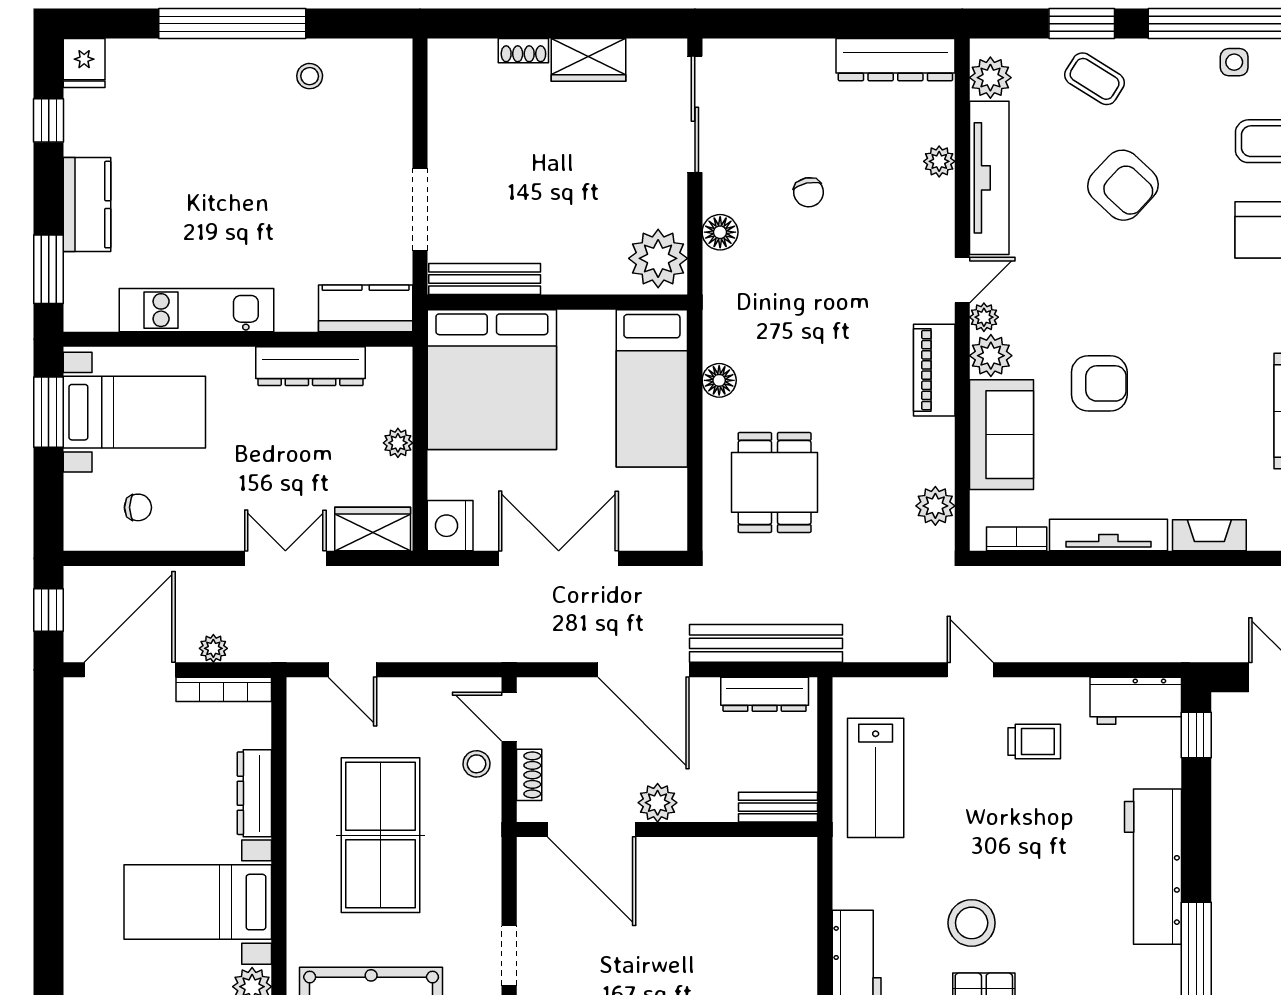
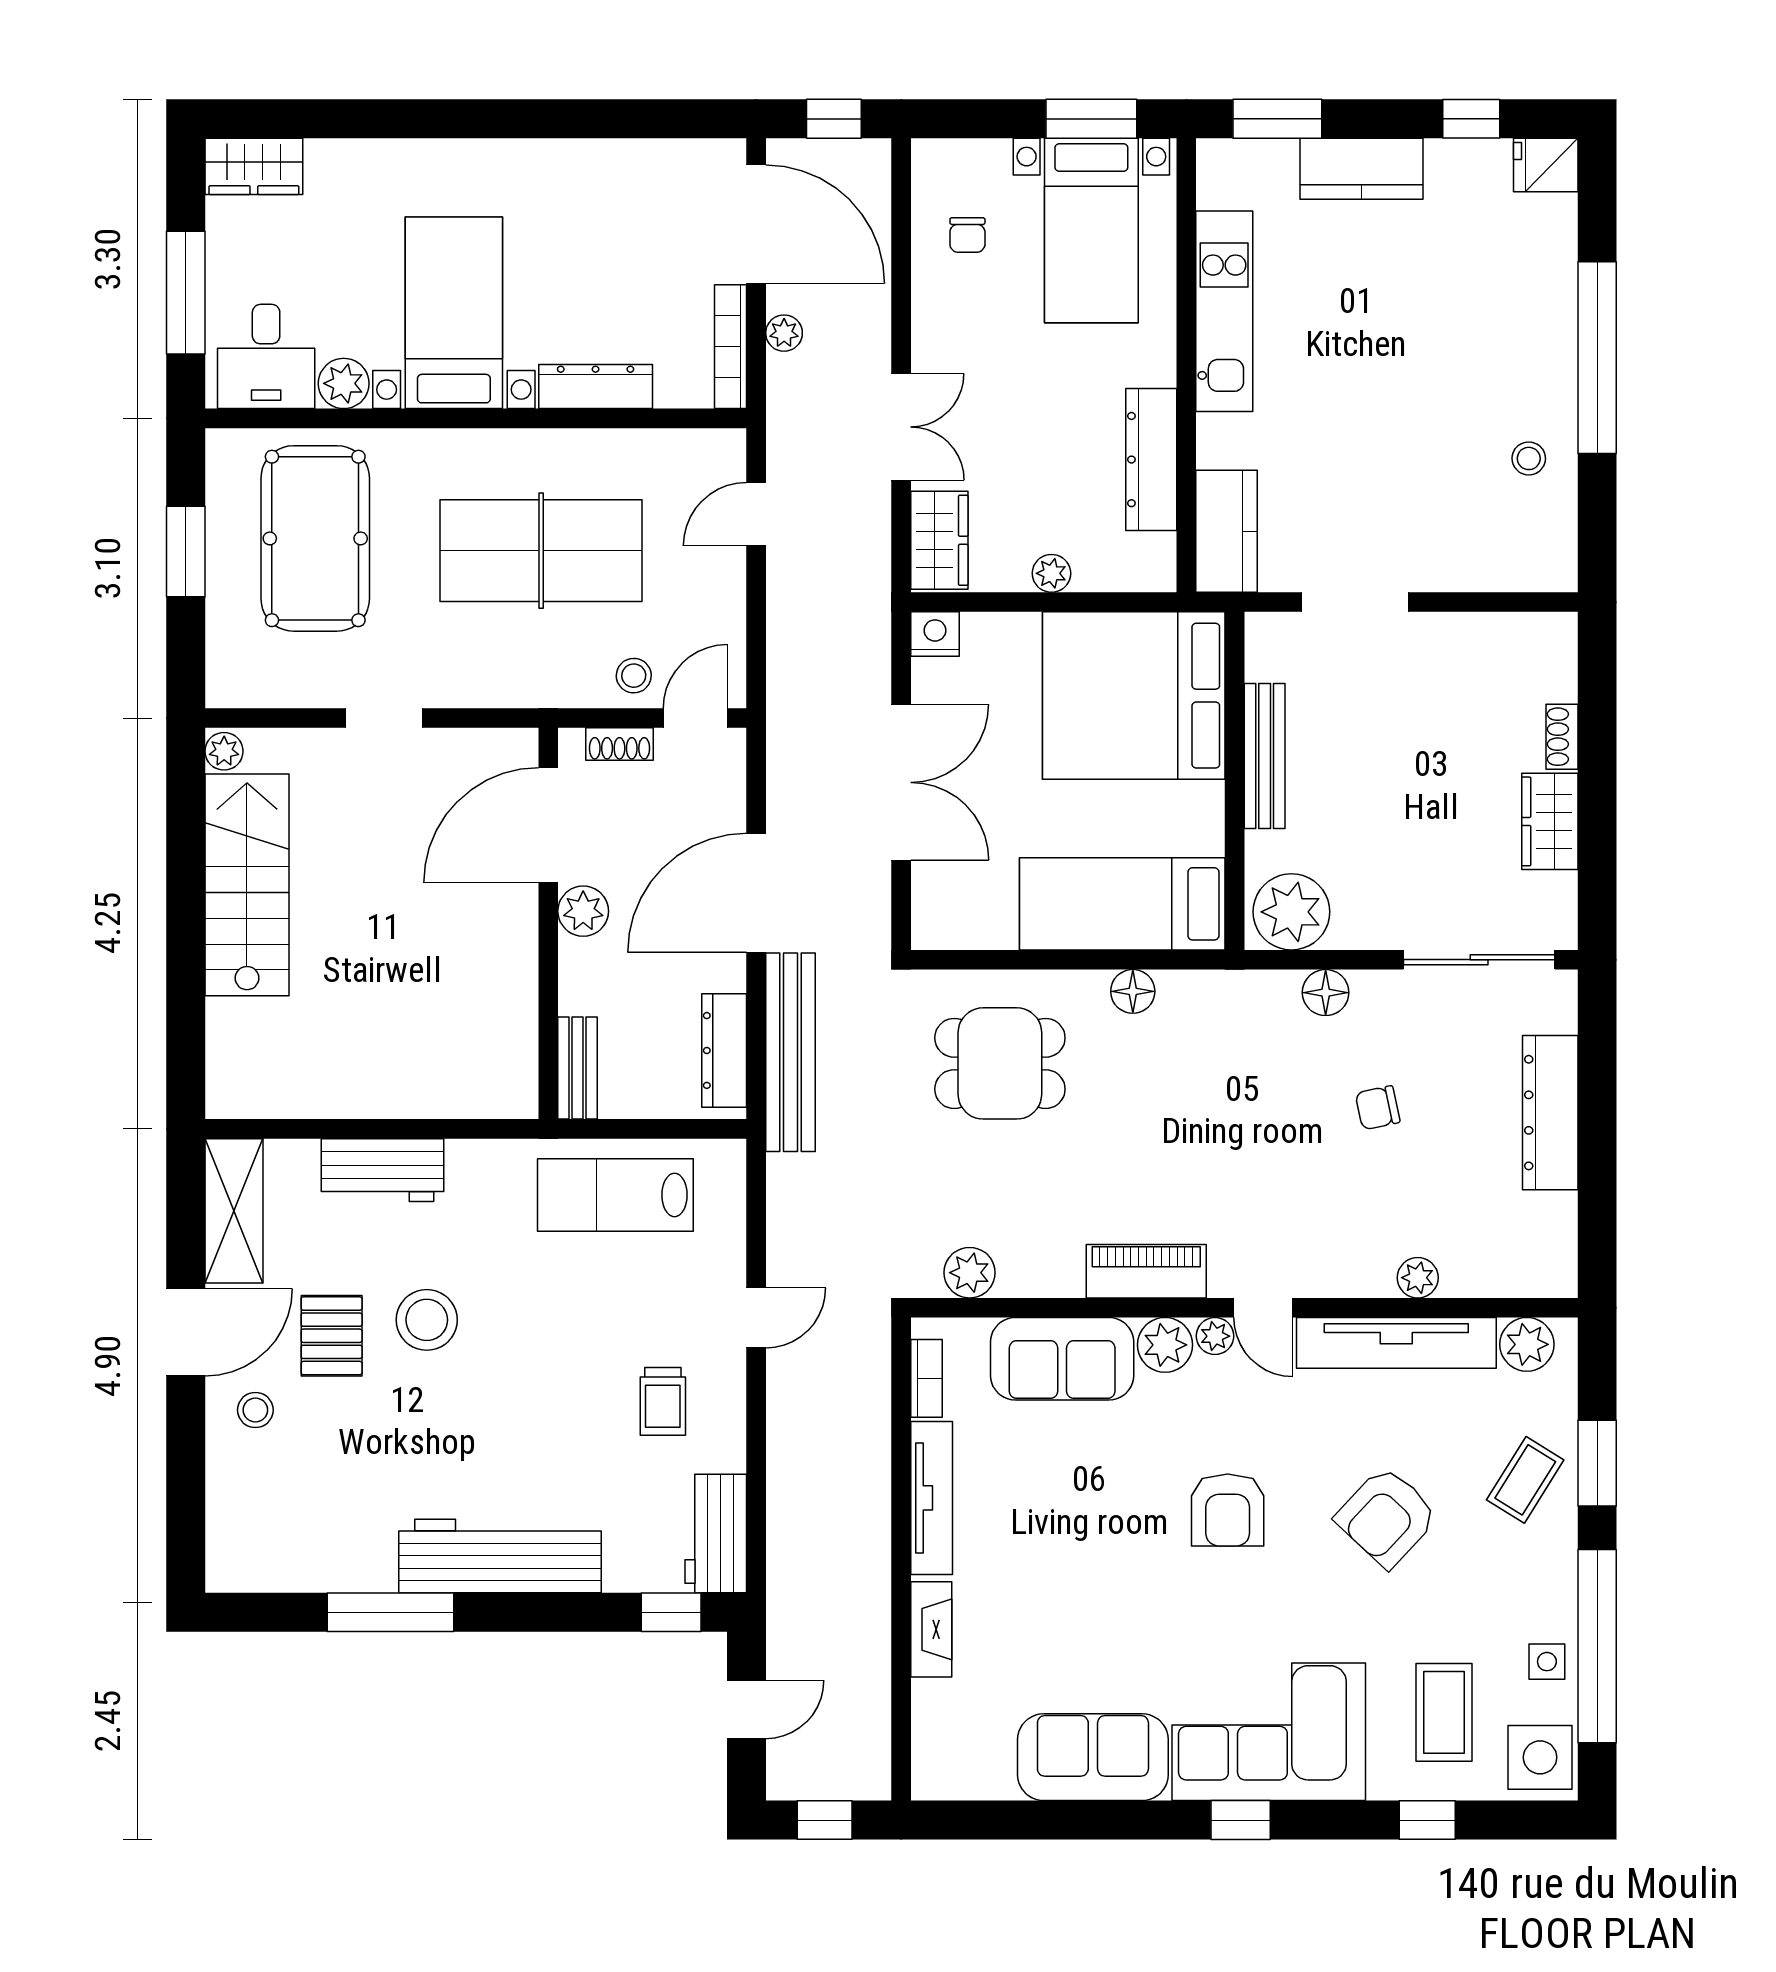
dresser: (895, 60) -> (1550, 1113), moved
bench: (485, 279) -> (1265, 756), moved
armchair: (1099, 383) -> (1228, 1510), moved
nightstand: (450, 526) -> (935, 634), width x0.74, depth x0.75

